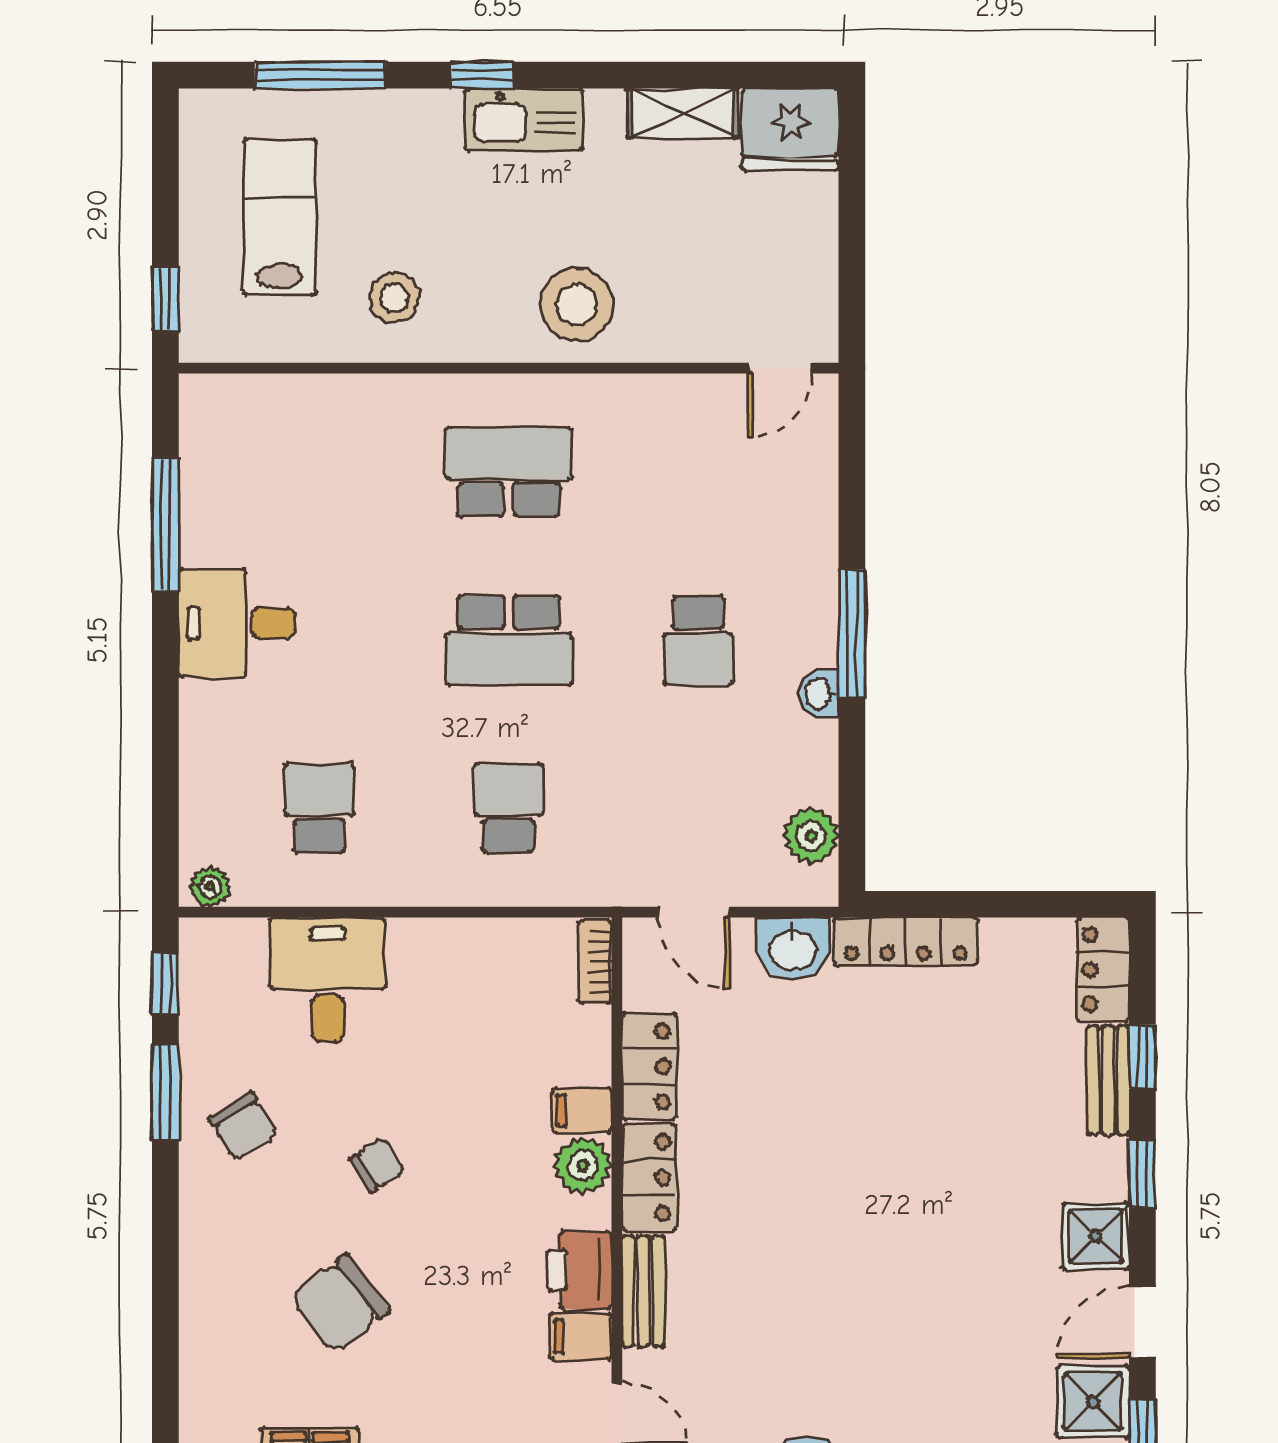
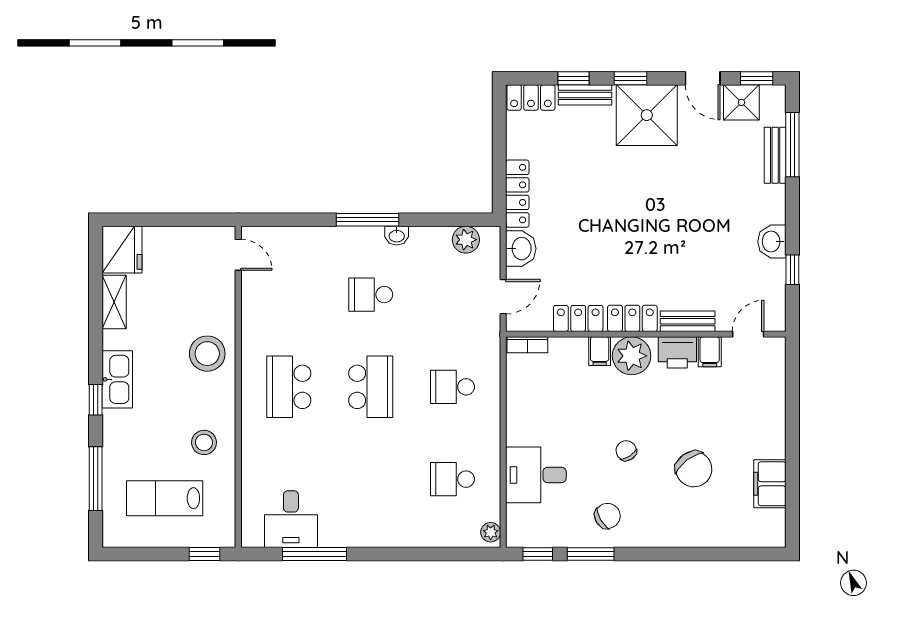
desk: (237, 623) -> (291, 519), moved
school desk: (698, 640) -> (371, 295), turned 180
plant: (583, 1166) -> (632, 356), width x1.36, depth x1.36
shower: (1096, 1236) -> (647, 115), width x1.86, depth x1.86

